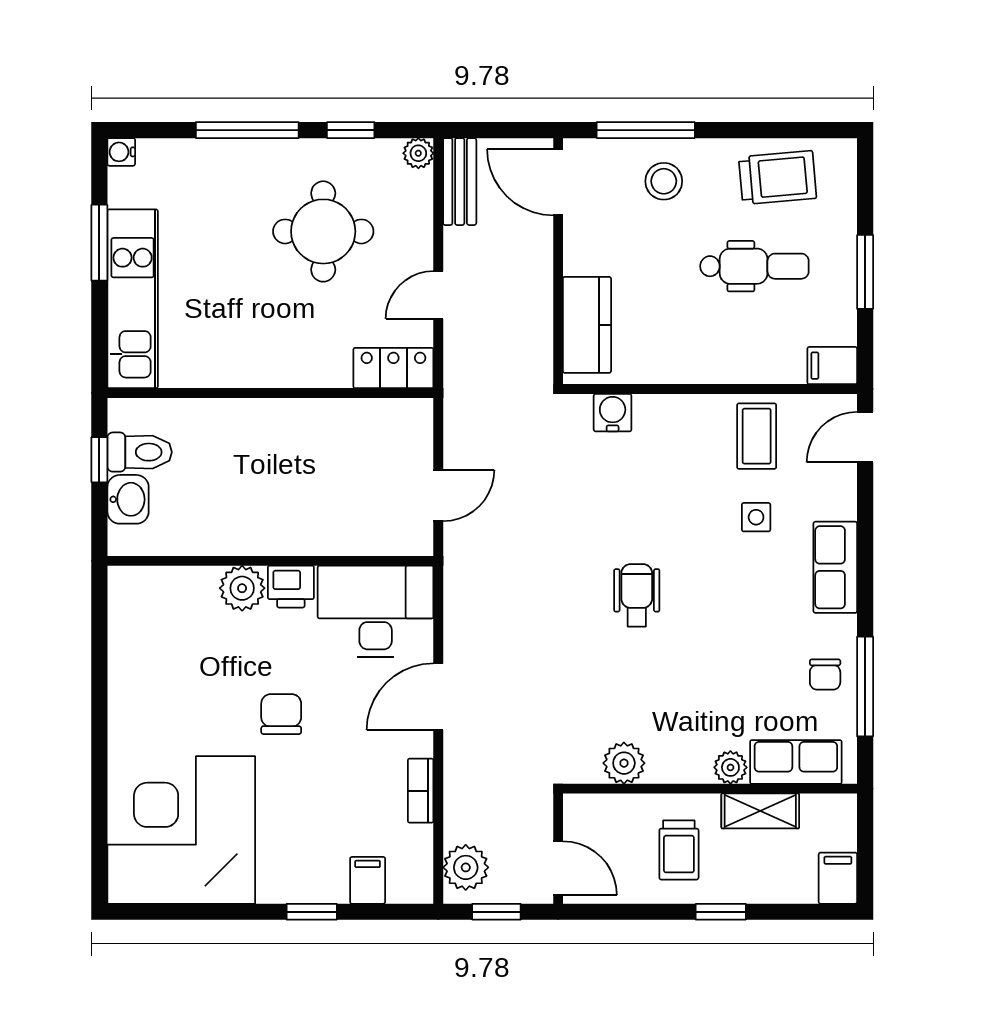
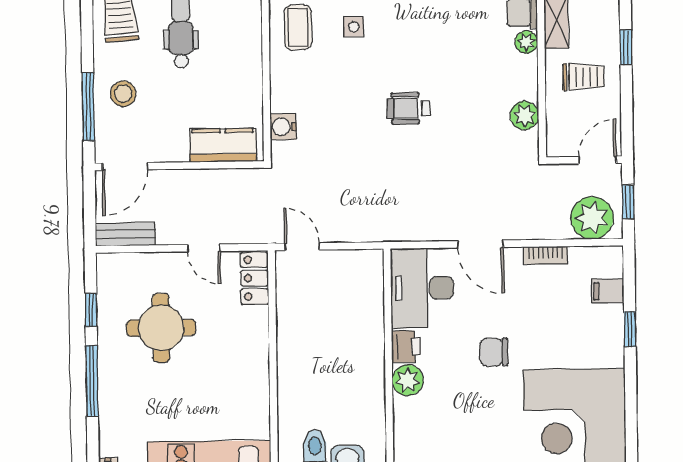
plant: (418, 153) -> (106, 263), removed
coffee table: (757, 436) -> (298, 27), turned 90
door: (438, 496) -> (302, 247), moved
plant: (466, 867) -> (592, 218), width x1.36, depth x1.36

